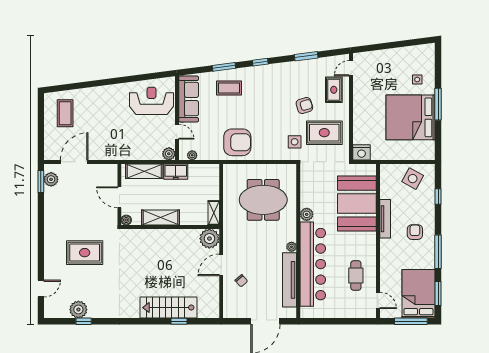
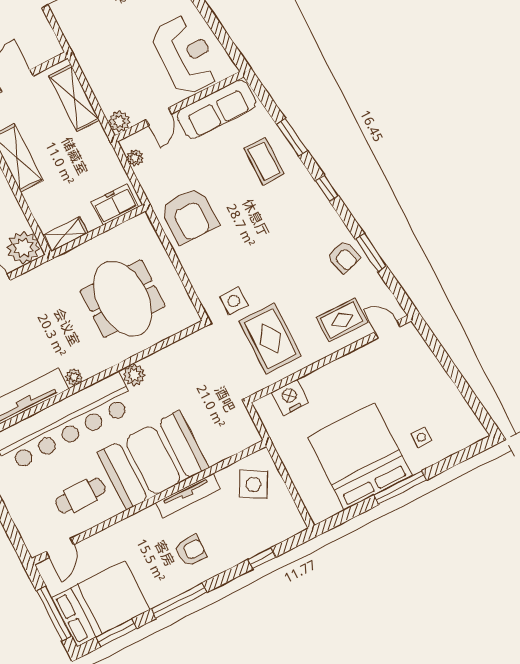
armchair: (304, 105) -> (344, 257), moved
nightstand: (362, 152) -> (290, 397), moved, turned 90
freezer: (176, 172) -> (115, 205), moved, turned 90
side table: (413, 179) -> (254, 484), moved
booth: (357, 204) -> (153, 460), moved

